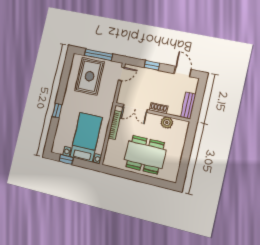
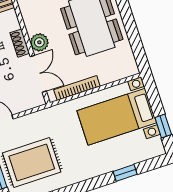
window: (57, 111) -> (125, 173), moved
plant: (167, 122) -> (39, 42), moved

